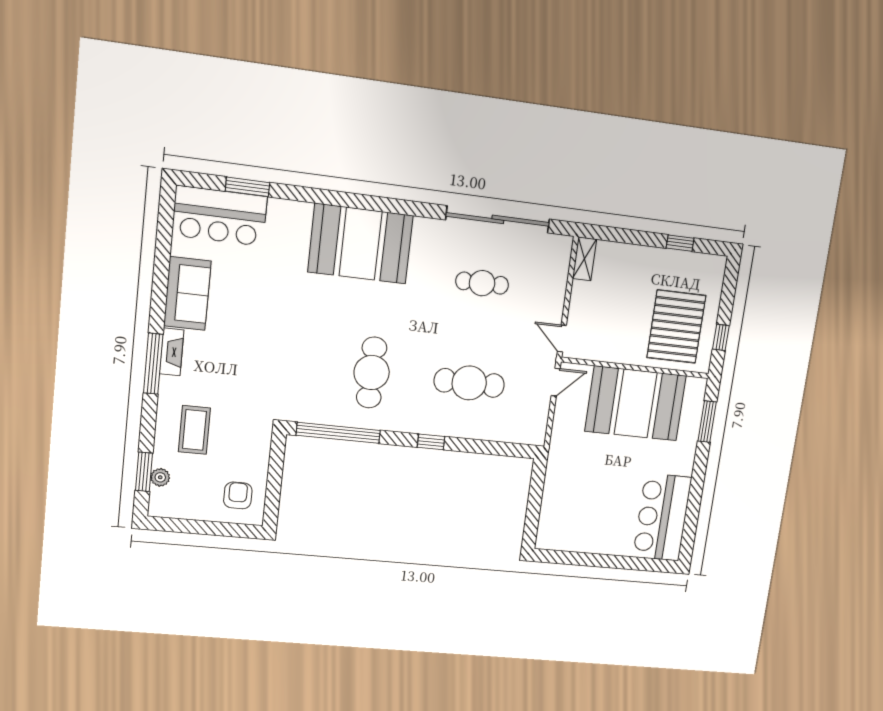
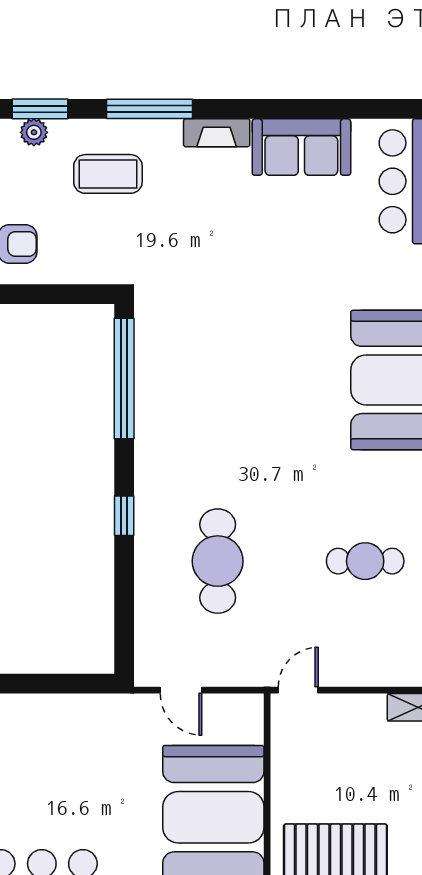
cafe table: (482, 283) -> (365, 561), turned 90
window: (153, 364) -> (149, 109), moved
cafe table: (372, 373) -> (218, 417), removed
door: (556, 382) -> (181, 690), moved

